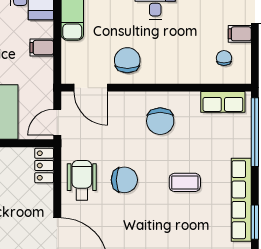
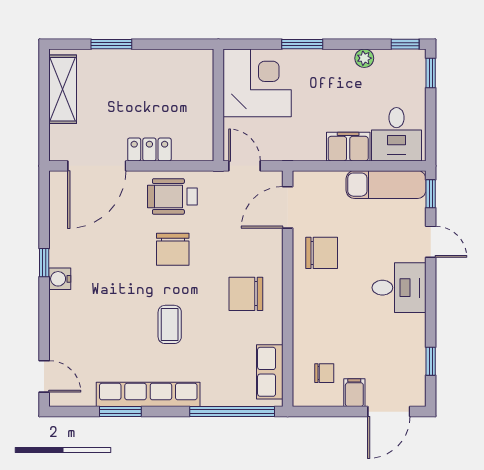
filing cabinet: (42, 48) -> (348, 147), width x2.00
locker: (44, 165) -> (149, 149), moved
wheelchair: (82, 180) -> (172, 196), turned 180

